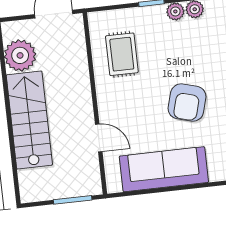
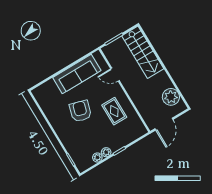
rug: (122, 54) -> (114, 111), moved
stairs: (29, 120) -> (143, 52), moved

